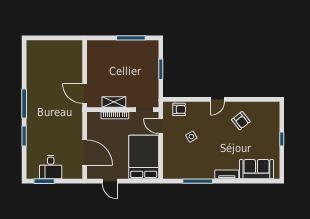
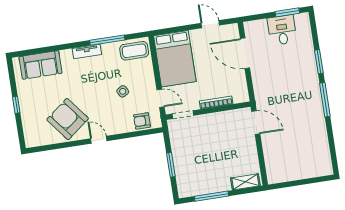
door: (218, 99) -> (99, 140), hinge flipped
shelving: (114, 102) -> (245, 182), moved
armchair: (241, 121) -> (68, 119), width x1.88, depth x1.88
coffee table: (177, 169) -> (134, 51), added
tv unit: (227, 174) -> (87, 51), moved

